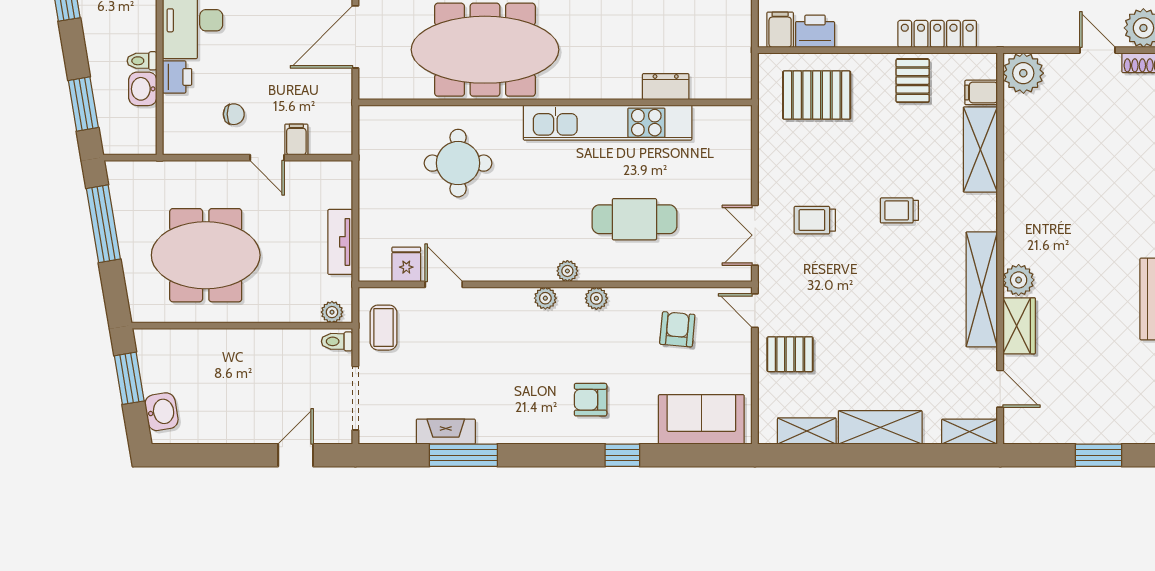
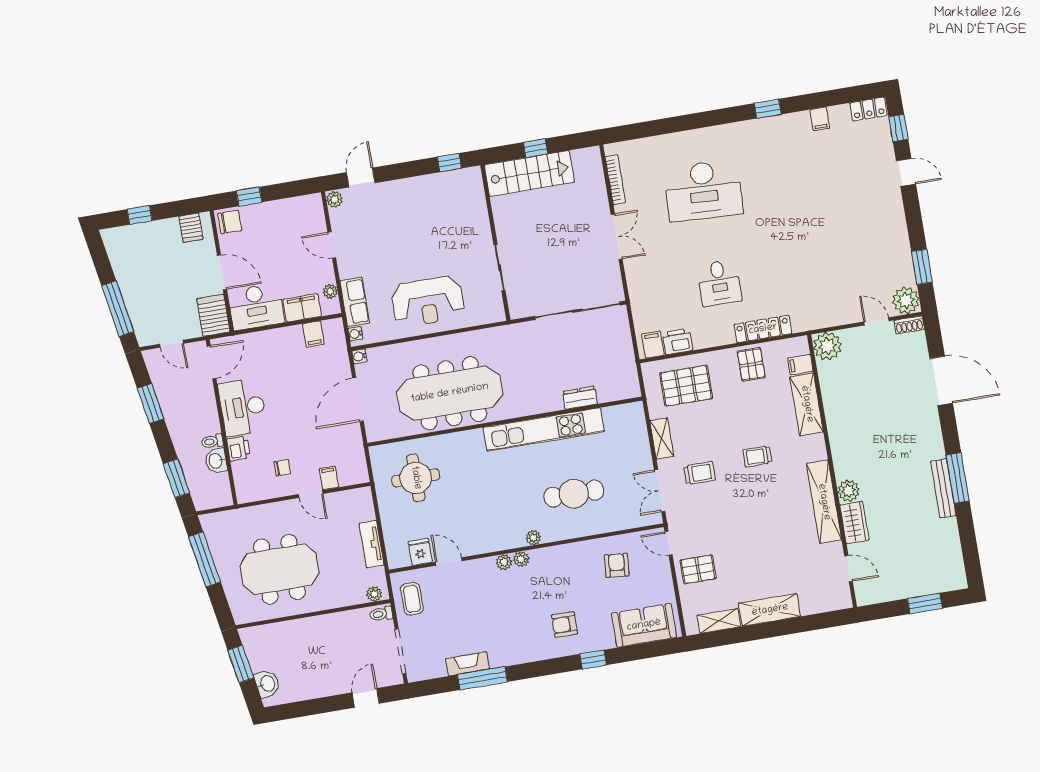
round table: (458, 163) -> (416, 478), moved
trolley: (815, 220) -> (700, 473), turned 180
plant: (596, 298) -> (504, 562), moved
shelving: (970, 432) -> (662, 438), moved, turned 90

